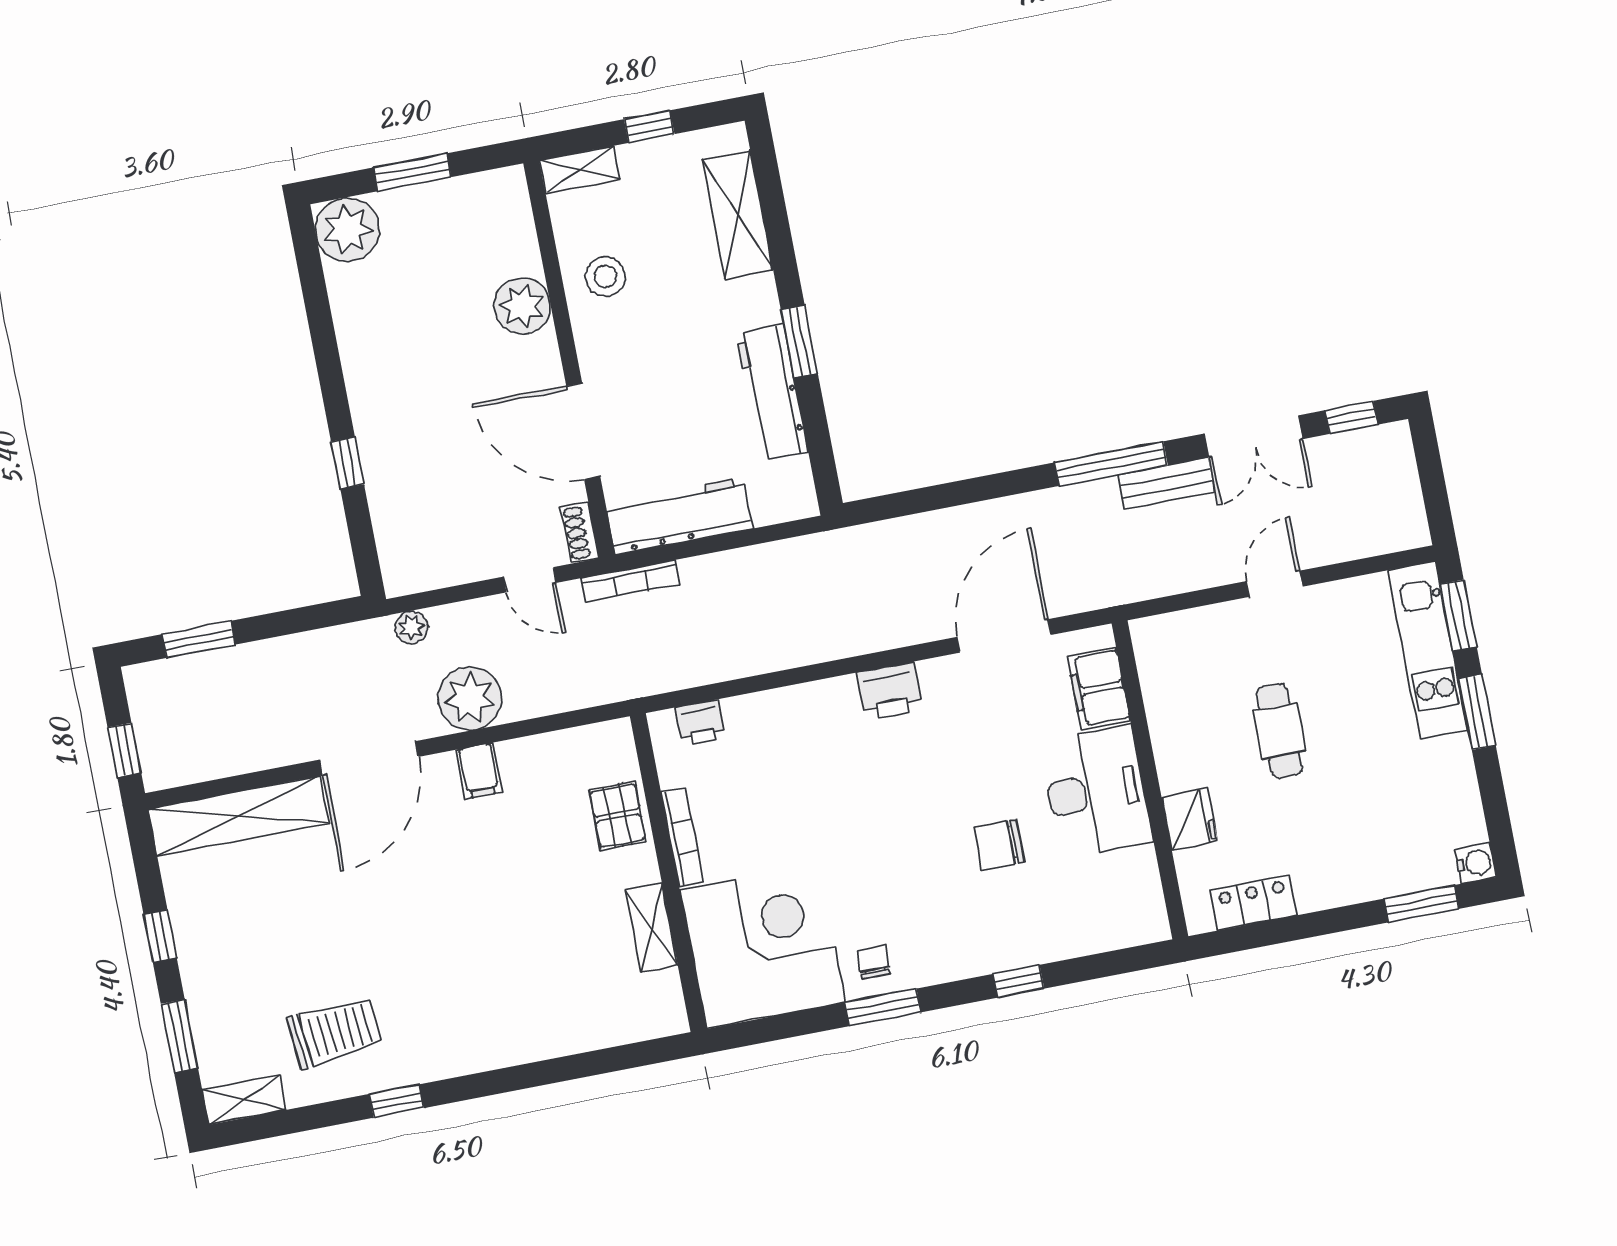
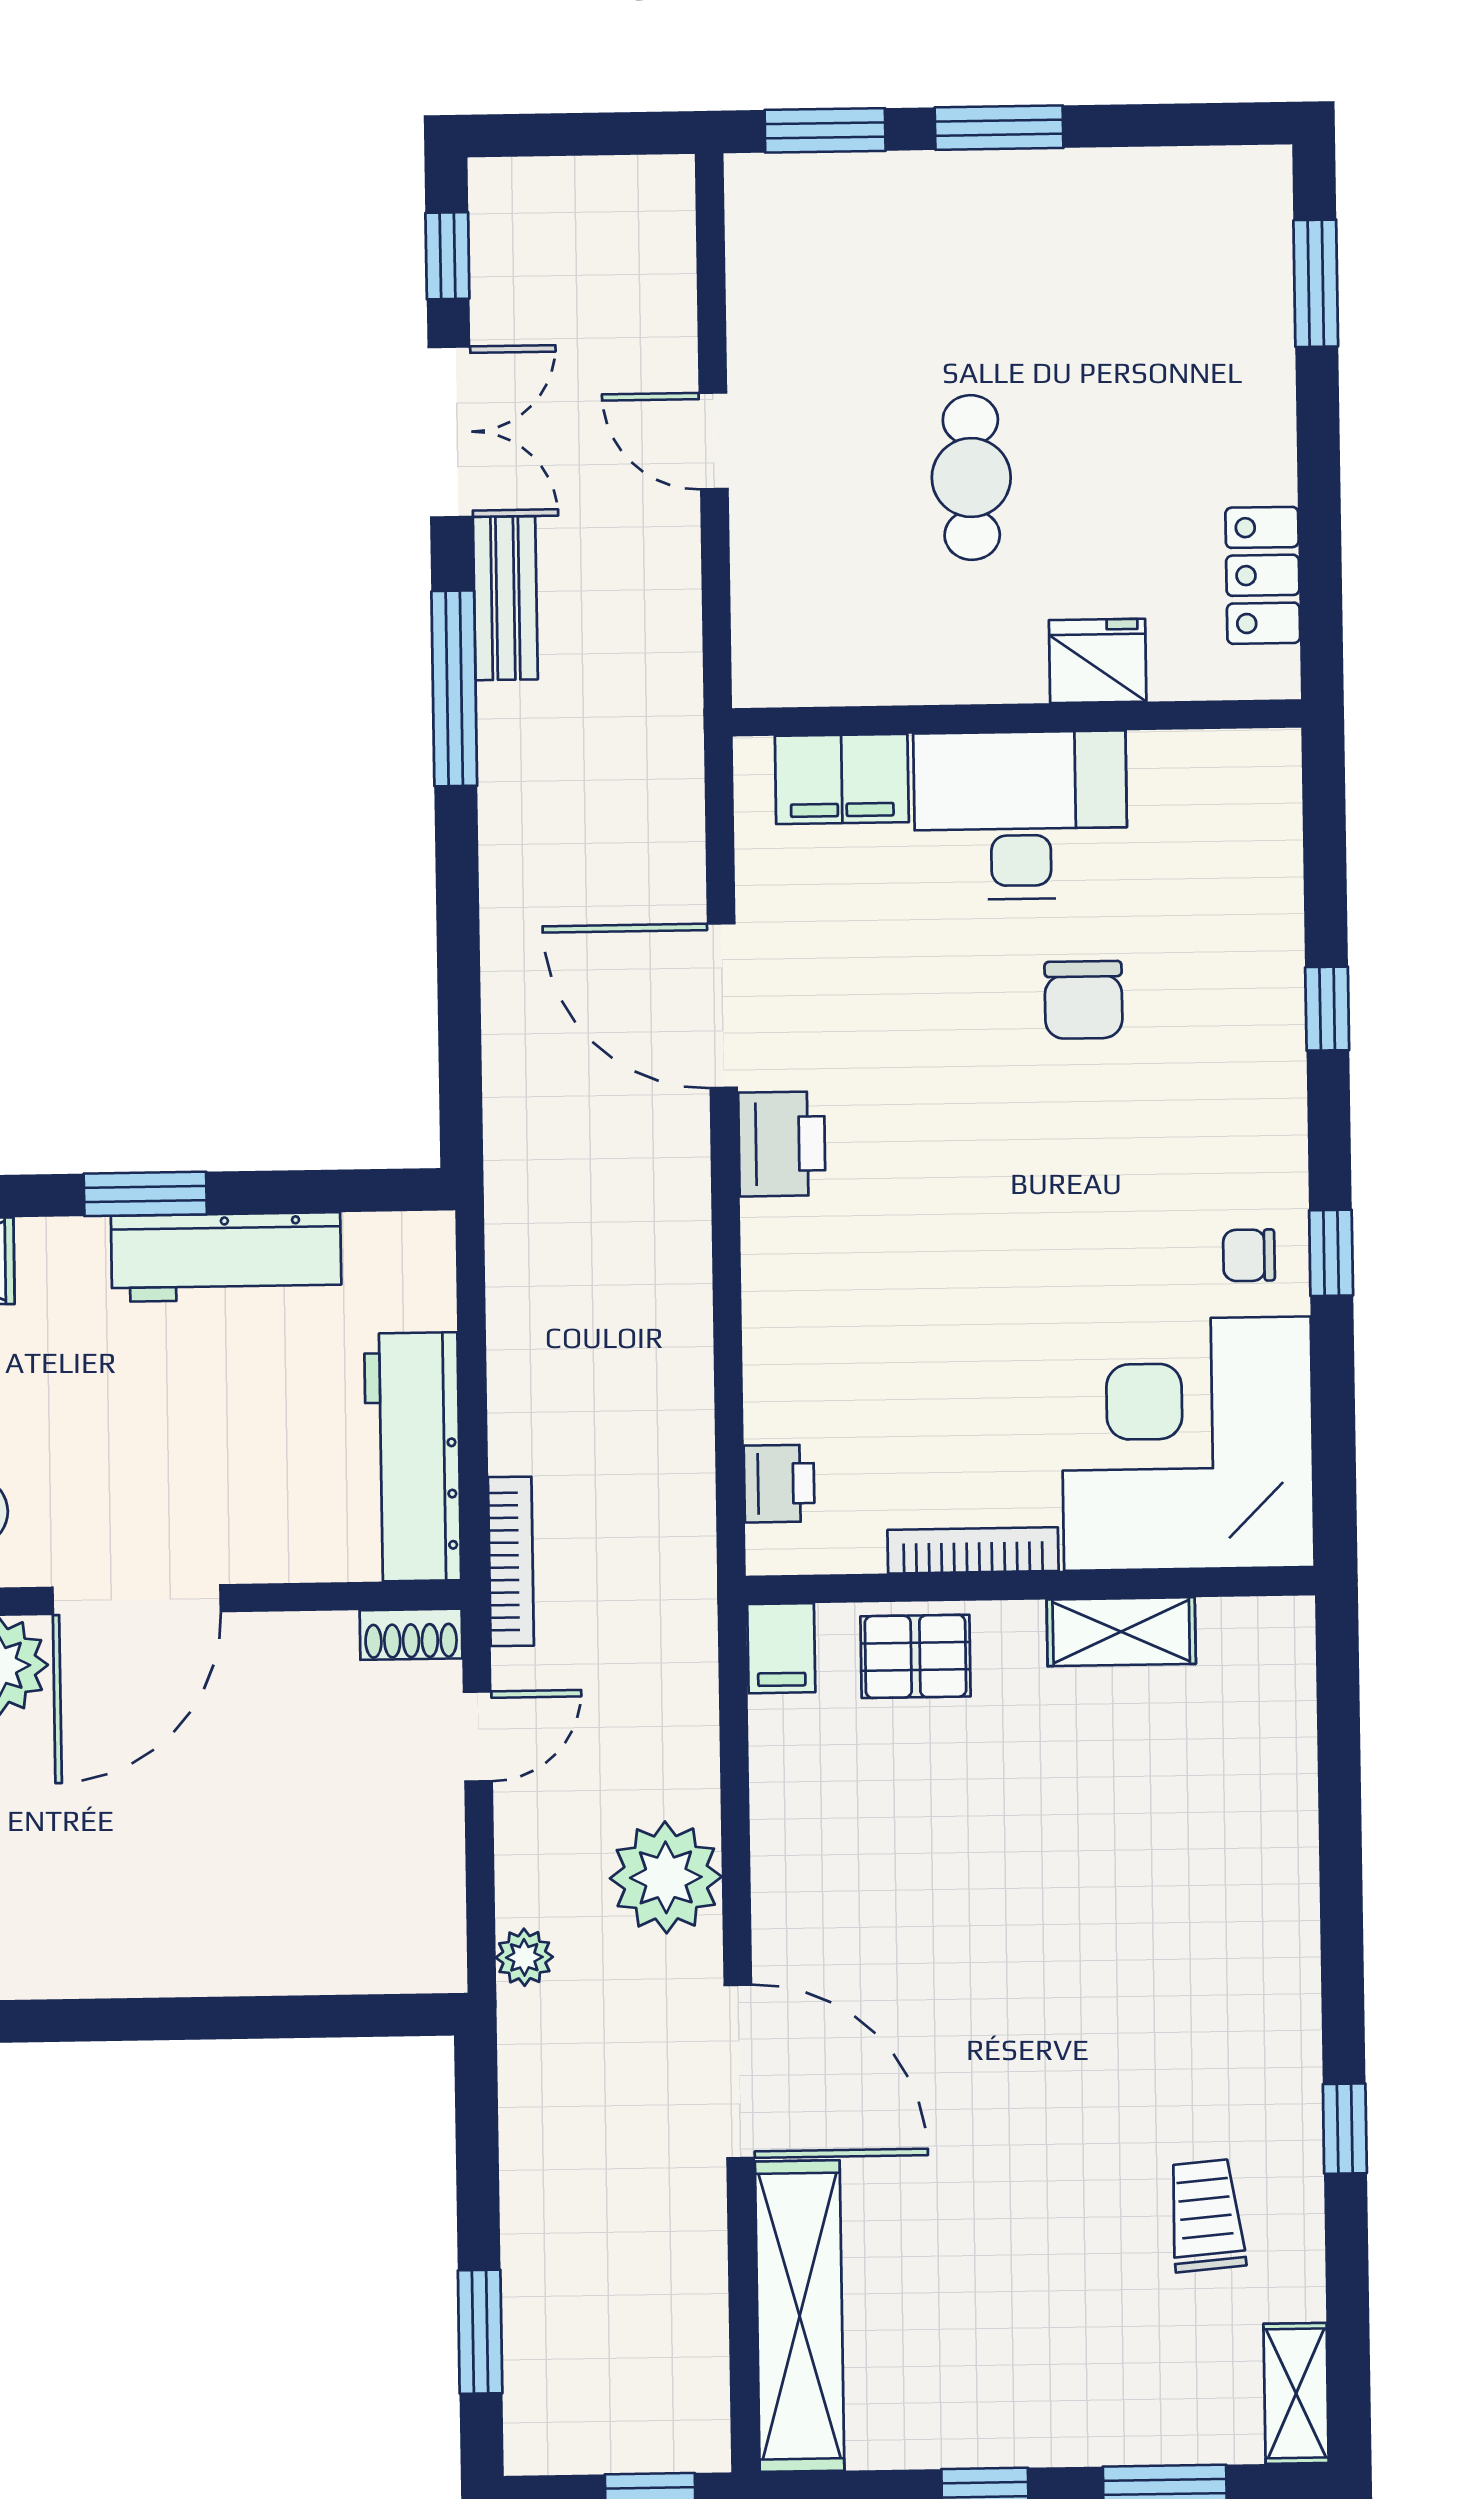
door: (583, 431) -> (137, 1600), moved
window: (348, 463) -> (218, 2018), removed
door: (1004, 636) -> (722, 1006), moved
kitchen unit: (1428, 650) -> (876, 194), removed
cafe table: (1279, 731) -> (971, 478), turned 90
filing cabinet: (479, 771) -> (781, 1648), moved, turned 90
water cooler: (1476, 863) -> (1261, 176), removed
window: (883, 1007) -> (1331, 1253), width x0.67
trolley: (335, 1032) -> (1206, 2216), width x0.73, depth x0.72

